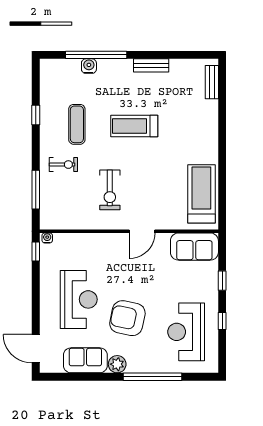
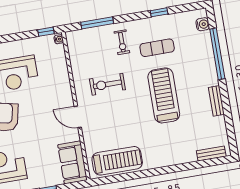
water cooler: (89, 66) -> (203, 24), moved
treadmill: (134, 126) -> (164, 95), width x1.37, depth x1.38

